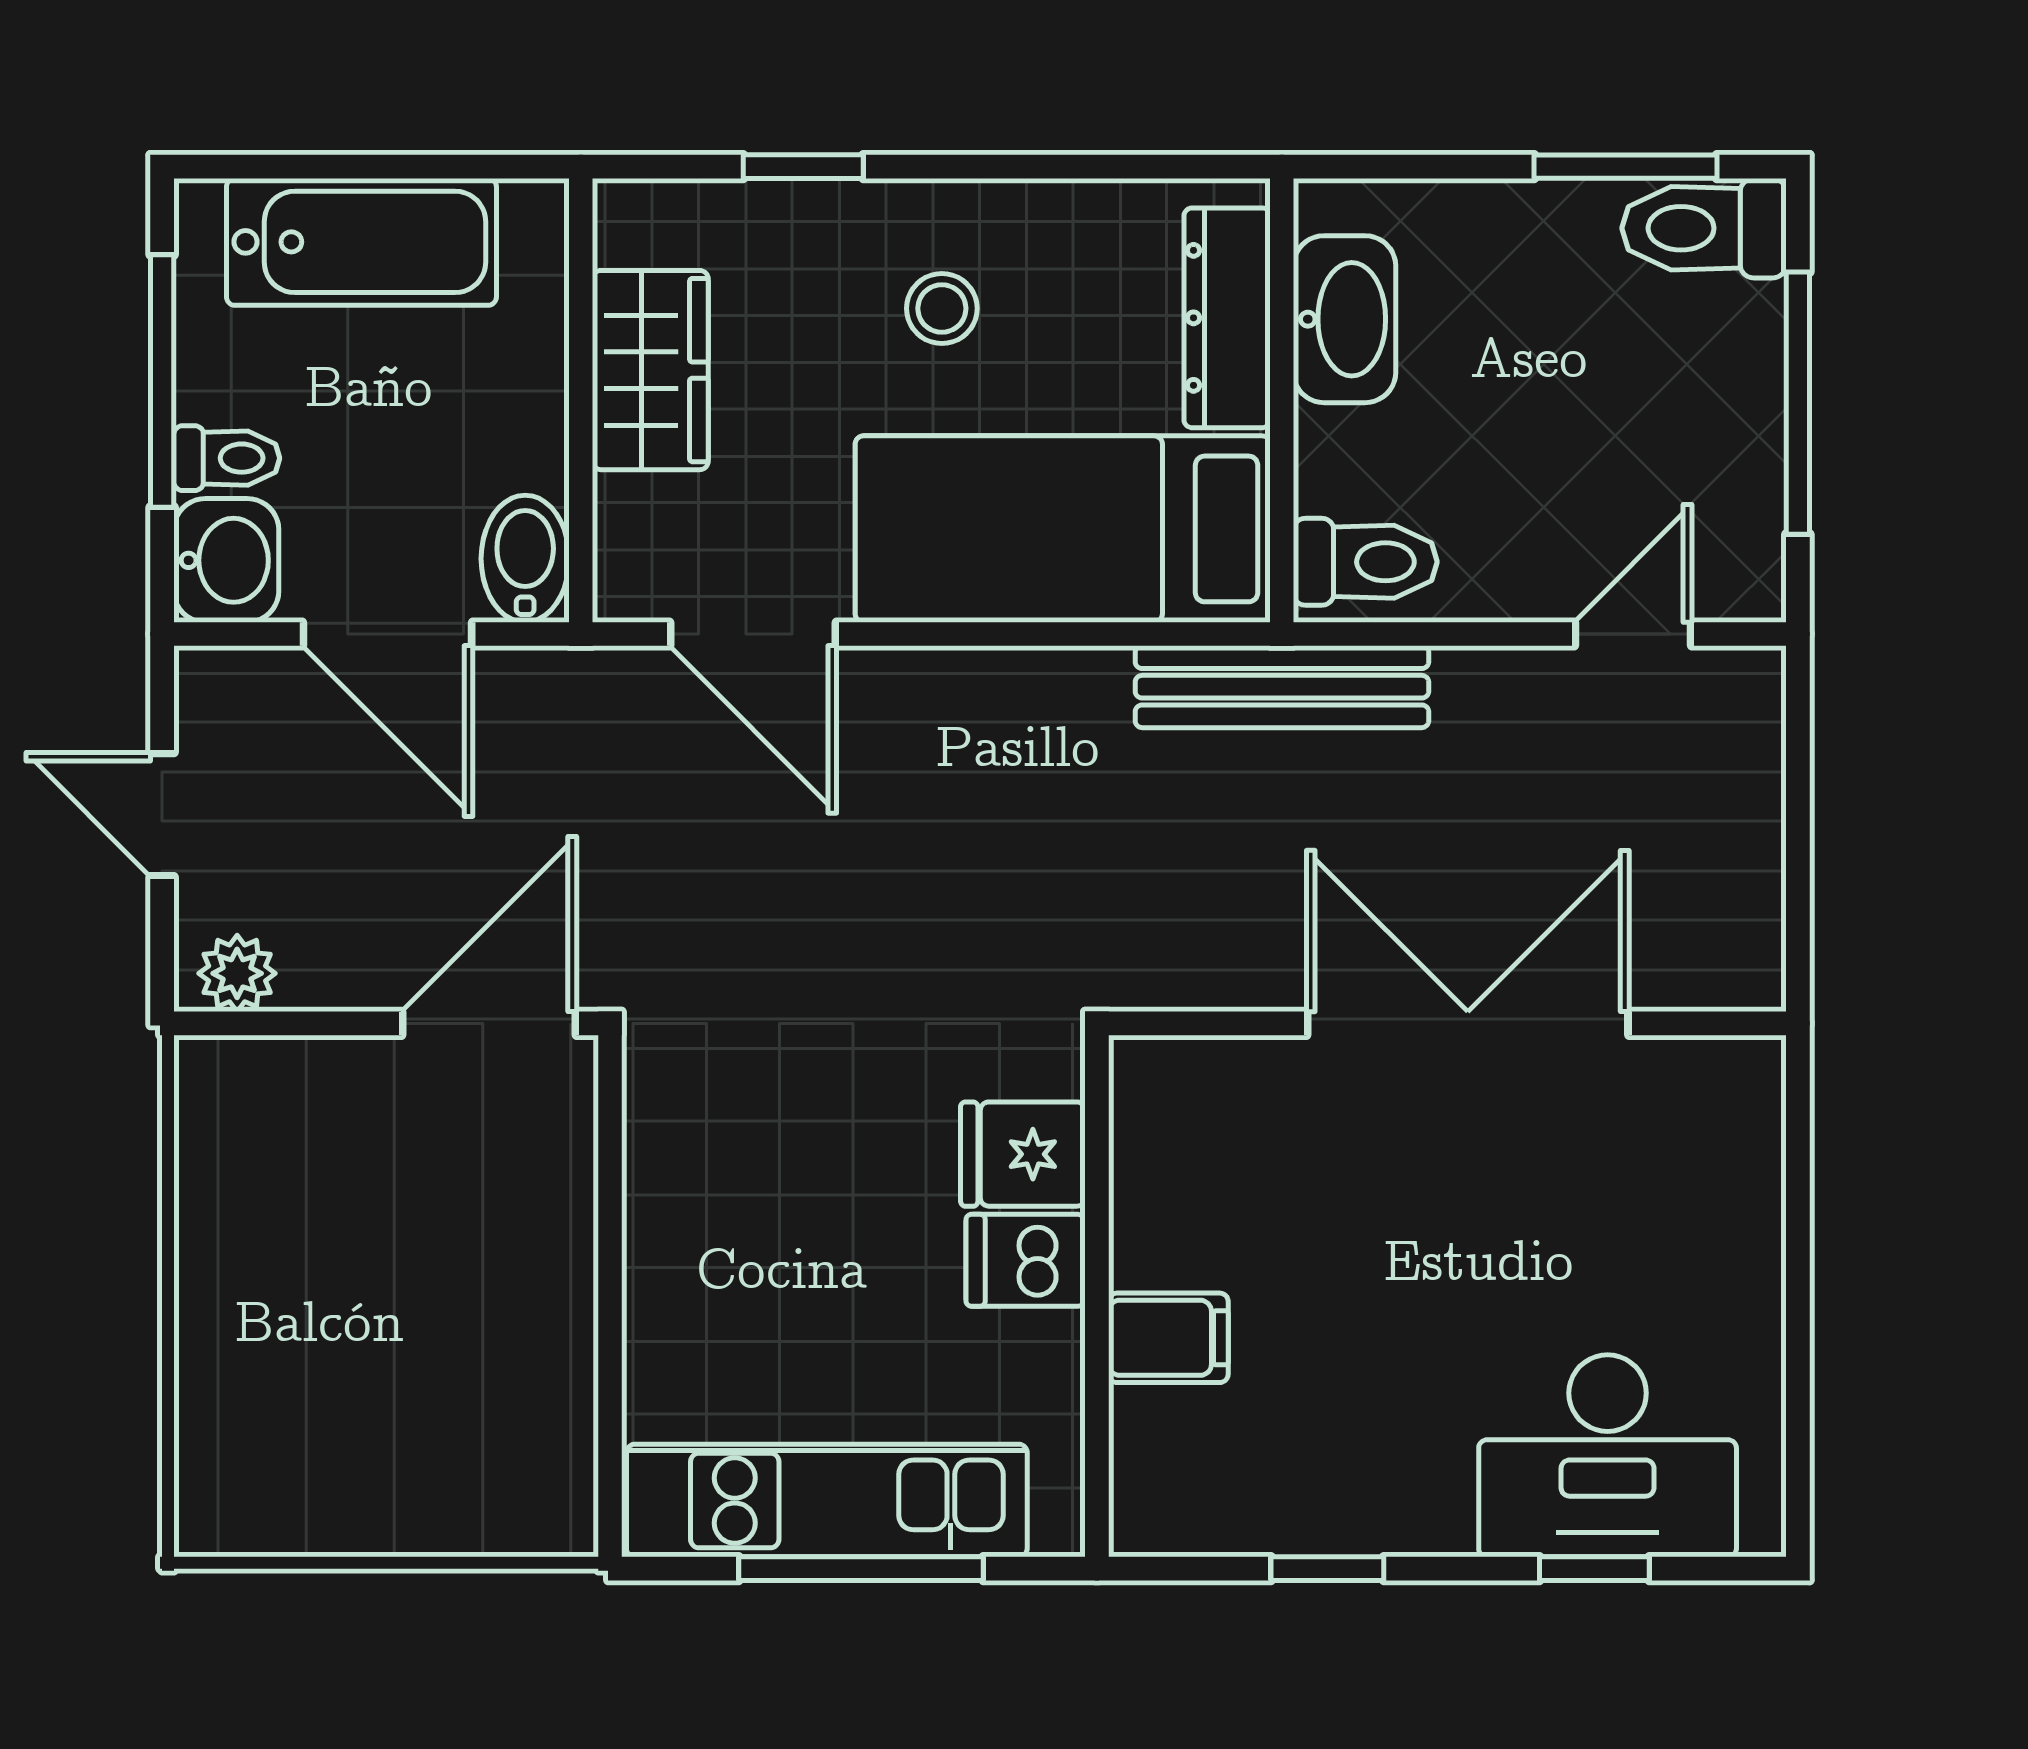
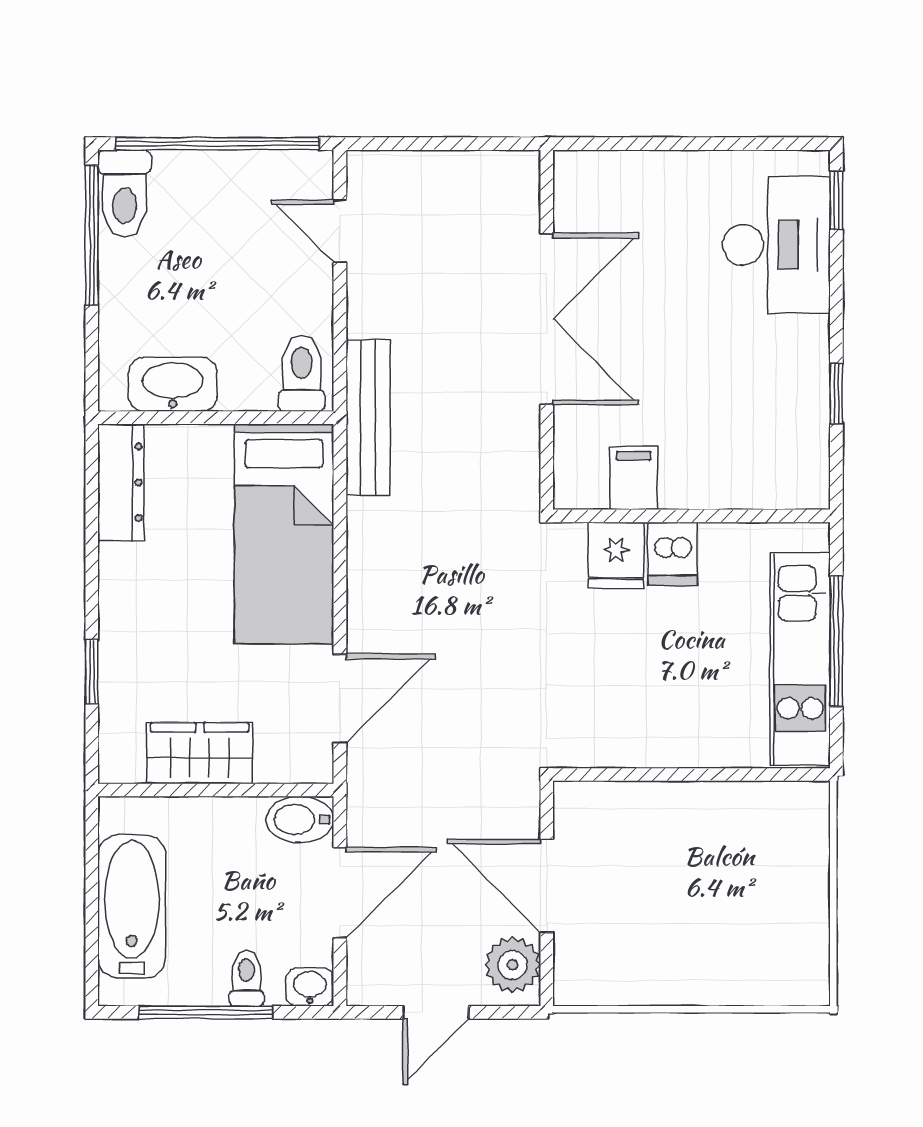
window: (1625, 167) -> (92, 235), width x1.44
stool: (942, 308) -> (167, 598), removed
dresser: (1227, 318) -> (121, 482), moved, turned -90
window: (1798, 403) -> (217, 144), width x1.46
washbasin: (226, 560) -> (310, 987), width x0.72, depth x0.69
plant: (237, 973) -> (513, 965), width x1.38, depth x1.38
door: (489, 1023) -> (547, 886), moved
double door: (1468, 1023) -> (547, 319), swing flipped
filing cabinet: (1168, 1338) -> (634, 478), moved
window: (1594, 1569) -> (836, 200), moved

